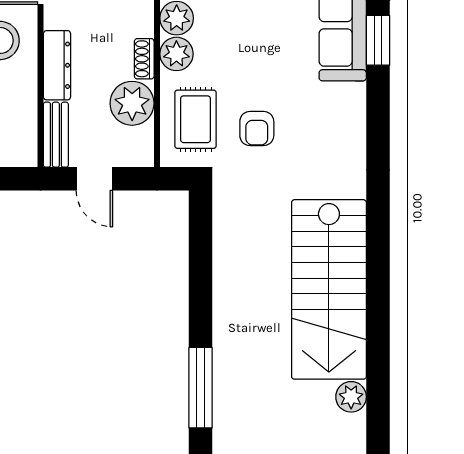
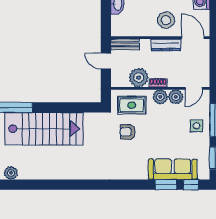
dresser: (57, 65) -> (166, 45), moved
door: (94, 179) -> (106, 61), hinge flipped
stairs: (329, 289) -> (44, 129), moved, turned 180

